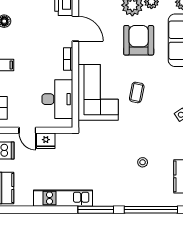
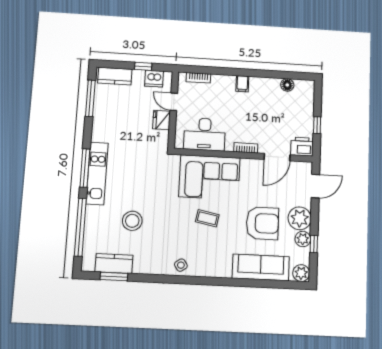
door: (27, 130) -> (174, 102), hinge flipped
stool: (143, 162) -> (132, 221), width x1.89, depth x1.89
kitchen unit: (63, 198) -> (97, 173), moved
window: (29, 210) -> (90, 98), added

